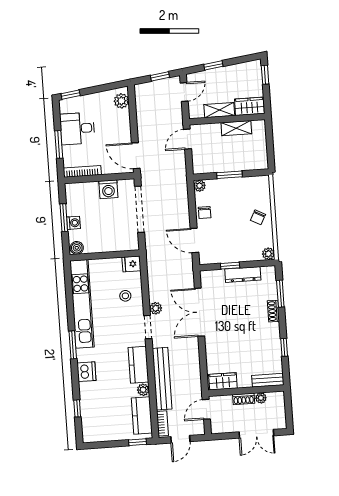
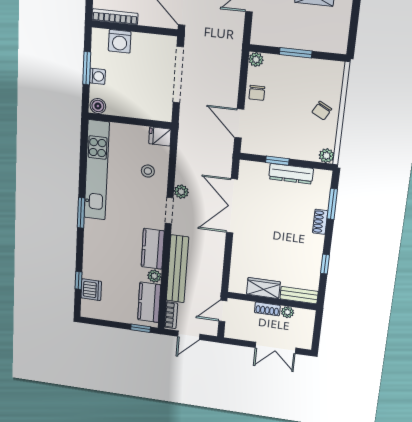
washing machine: (108, 189) -> (120, 41), moved
dishwasher: (86, 372) -> (91, 290), moved
wardrobe: (223, 381) -> (263, 288), moved

